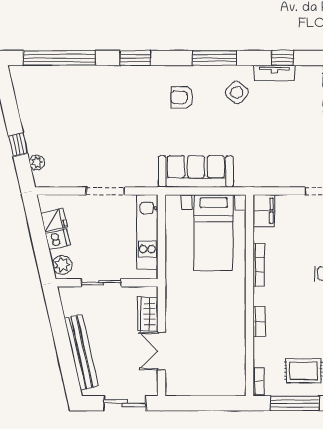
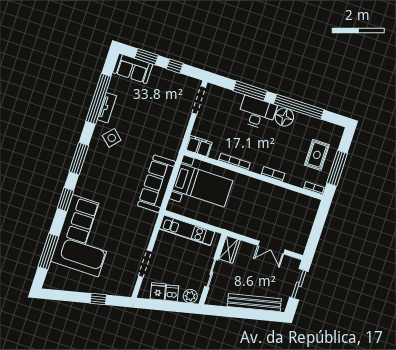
window: (59, 58) -> (48, 251), width x0.68
window: (215, 58) -> (79, 159), moved
window: (283, 58) -> (98, 99), width x3.17
armchair: (182, 97) -> (103, 177), removed
corner sofa: (96, 100) -> (85, 236), added
plant: (37, 162) -> (115, 290), removed
doorway: (105, 191) -> (145, 264), moved
wardrobe: (148, 314) -> (229, 249), moved, turned -90

